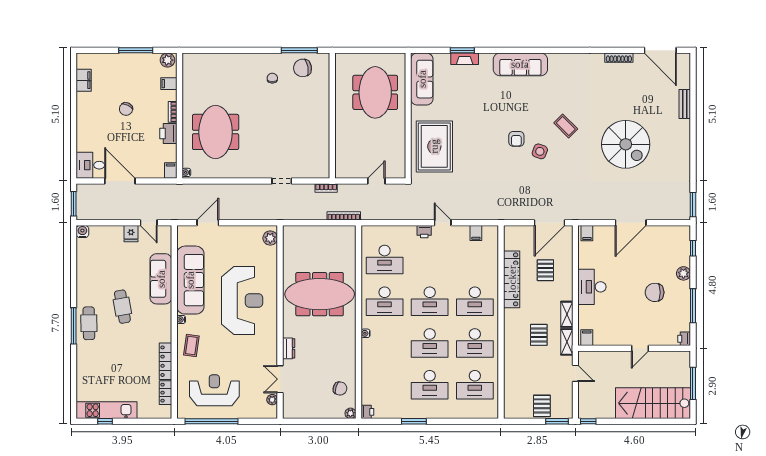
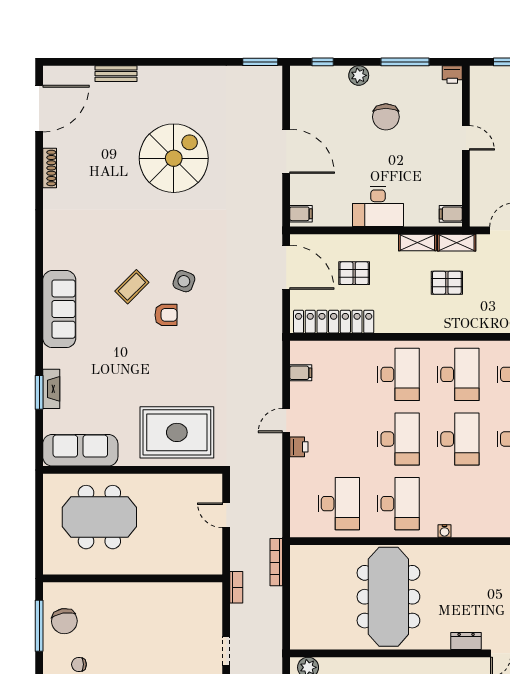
coffee table: (566, 126) -> (132, 287), moved
locker: (512, 279) -> (334, 322), moved

